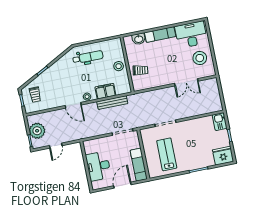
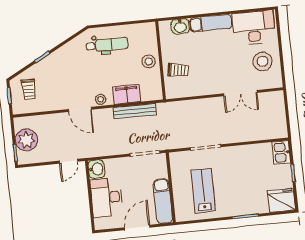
door: (56, 146) -> (68, 161), moved
washbasin: (89, 147) -> (96, 169), added

